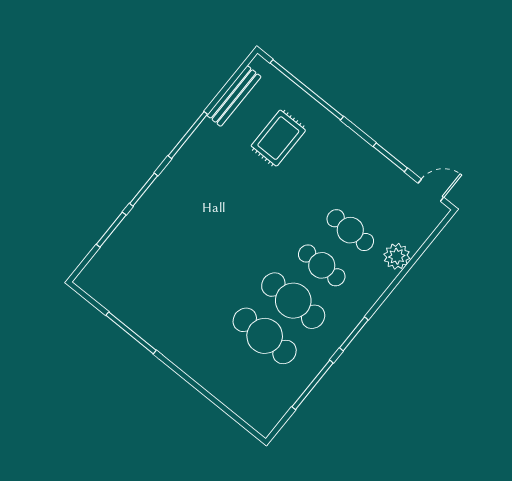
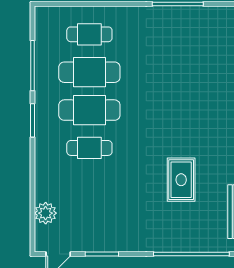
rug: (278, 138) -> (181, 180), moved
cafe table: (350, 230) -> (89, 34), moved
plant: (397, 256) -> (46, 213), moved

